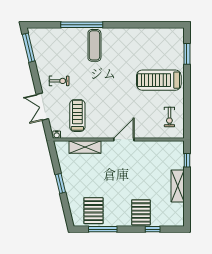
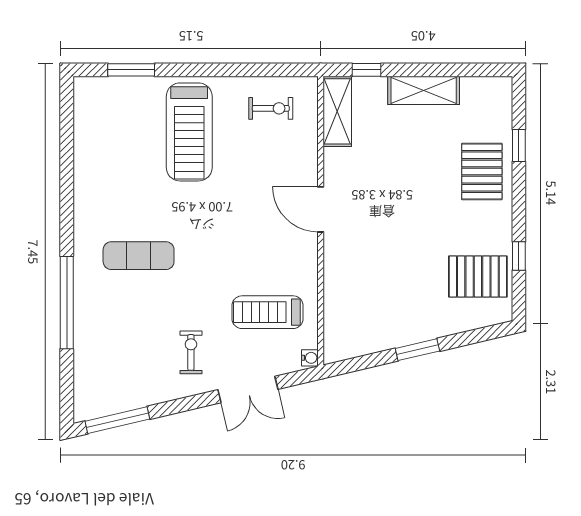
exercise mat: (94, 45) -> (139, 256), moved
shelving: (85, 147) -> (337, 111), moved
pallet: (141, 212) -> (482, 172), turned 90
window: (103, 229) -> (519, 256), width x0.46

